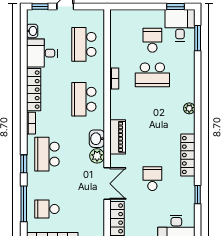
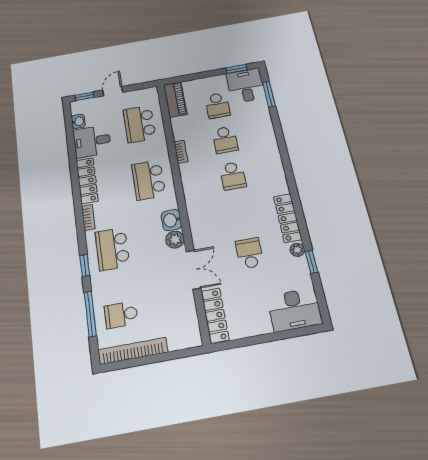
school desk: (152, 40) -> (218, 106), turned 180
school desk: (152, 75) -> (225, 140), width x0.54
plant: (189, 108) -> (297, 250), moved
school desk: (152, 109) -> (233, 176), added
piano: (118, 137) -> (175, 100), moved

